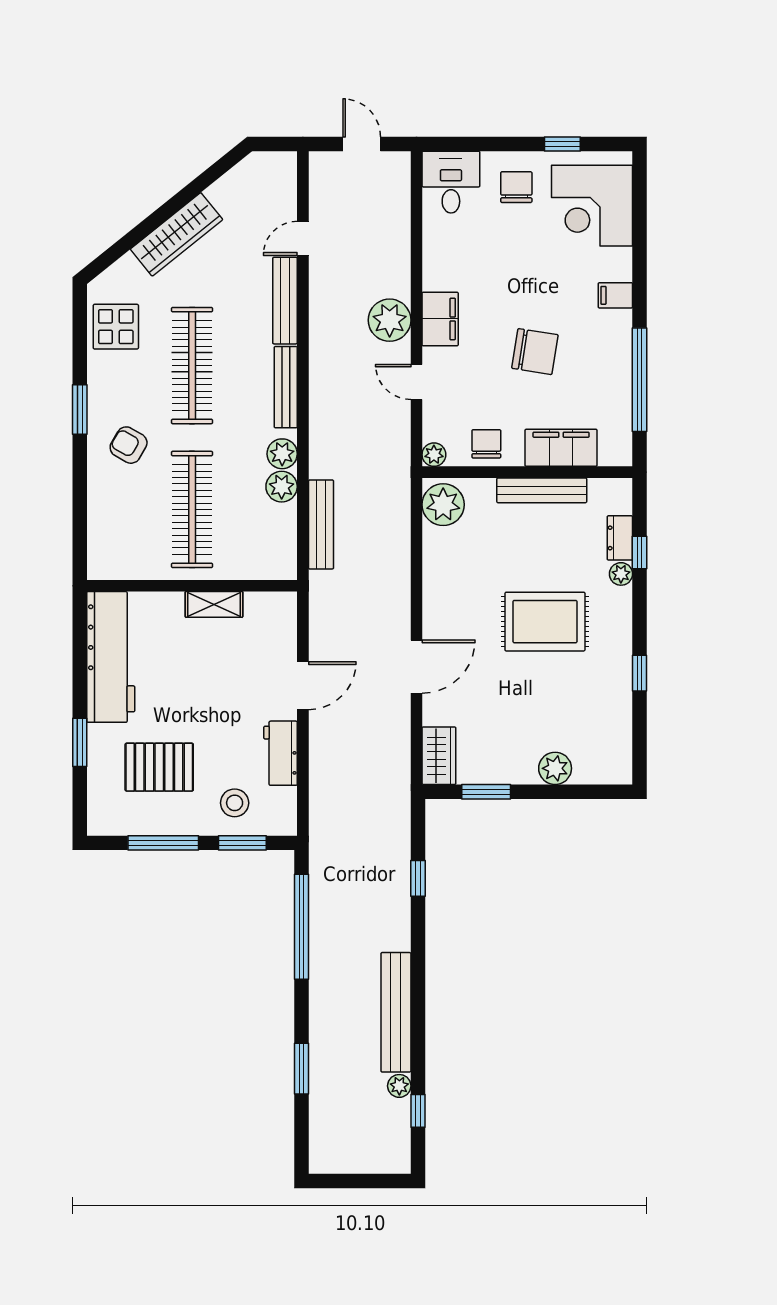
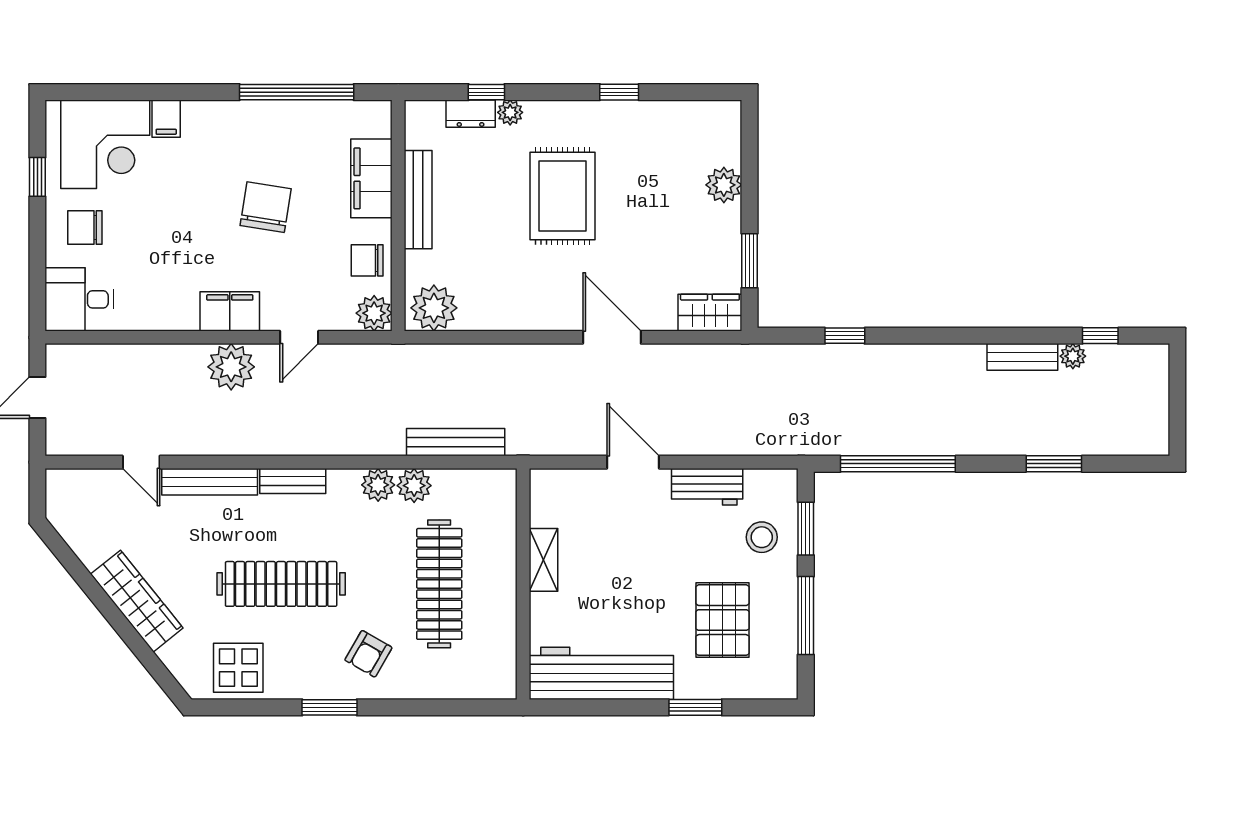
filing cabinet: (615, 295) -> (166, 119), moved
bench: (286, 387) -> (293, 481), width x0.73
plant: (434, 455) -> (374, 313), width x1.38, depth x1.38
clothes rail: (192, 509) -> (439, 584), turned 90
bench: (396, 1012) -> (1022, 357), width x0.54, depth x0.82

